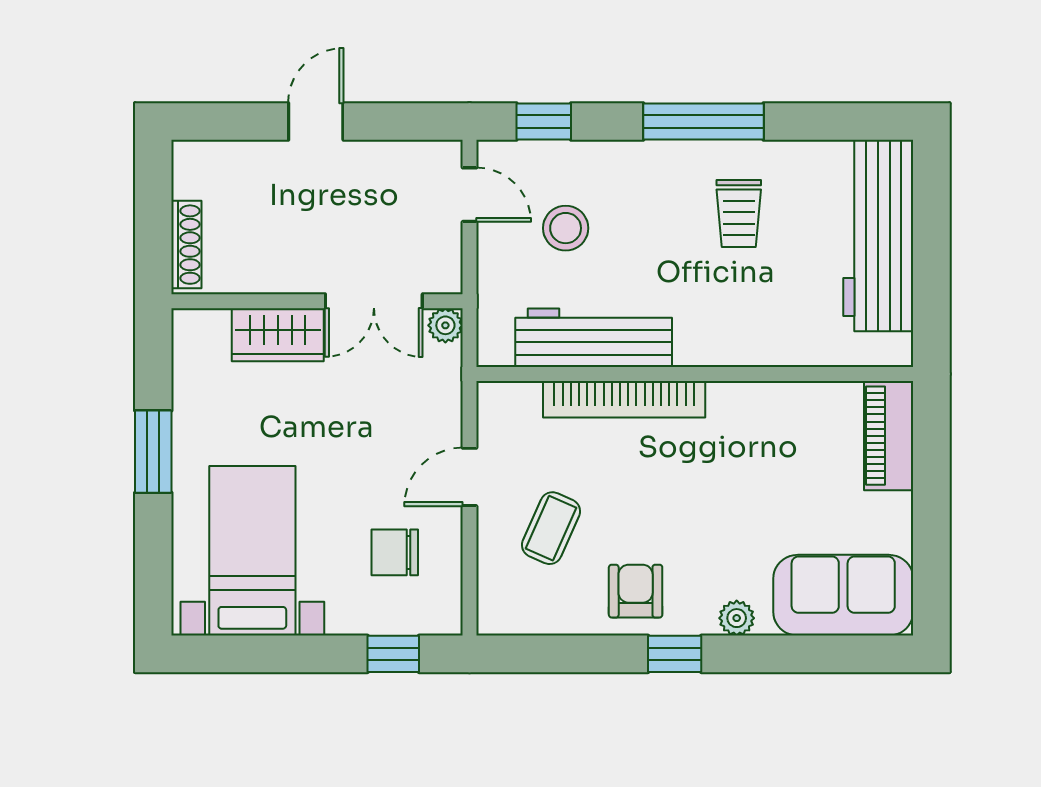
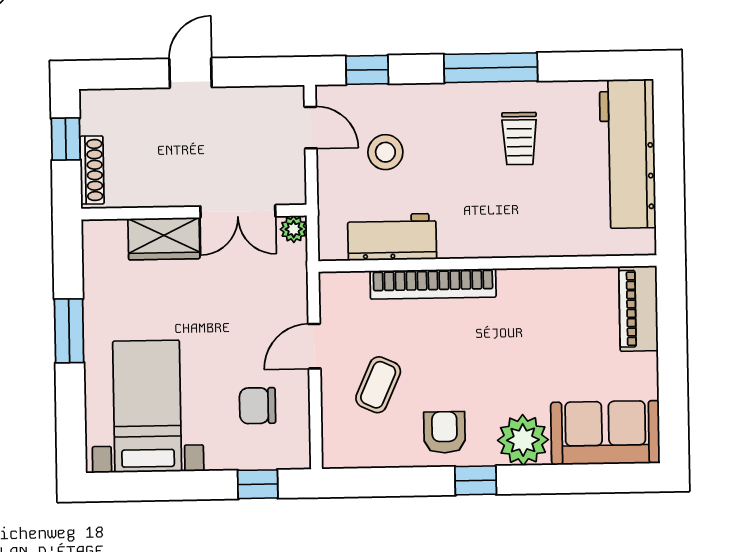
window: (153, 204) -> (66, 139), added
workbench: (594, 338) -> (392, 237), width x0.73
plant: (737, 618) -> (523, 440), width x1.87, depth x1.87

